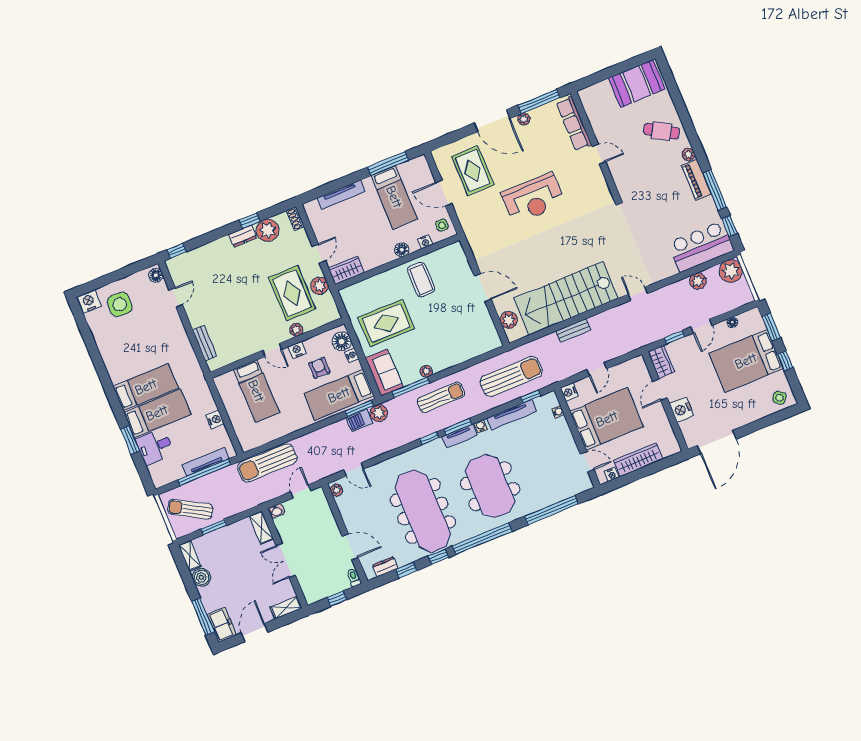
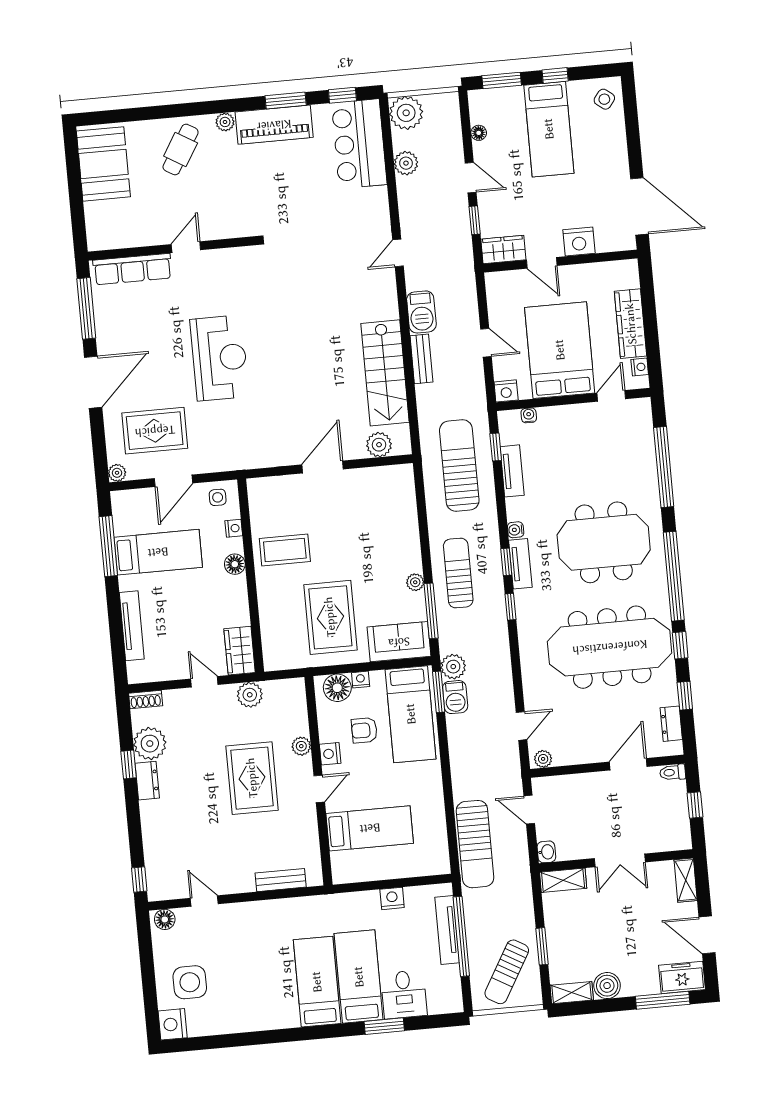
plant: (524, 119) -> (117, 473), moved
piano: (696, 180) -> (274, 125), width x1.37, depth x1.33
window: (715, 190) -> (286, 101), width x0.69
rug: (292, 293) -> (252, 778), moved, turned 90
stairs: (566, 298) -> (385, 373), width x0.73, depth x0.66
barbecue: (604, 321) -> (421, 312), added
bed: (746, 361) -> (549, 129), width x0.67
tv unit: (512, 415) -> (512, 471), width x0.71
window: (458, 427) -> (506, 562), width x0.67

